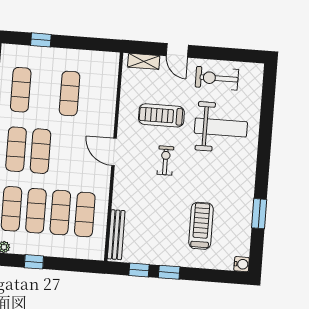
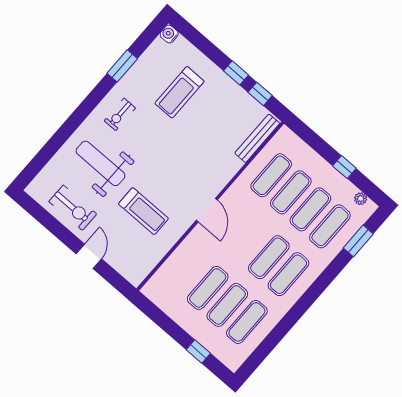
shelving: (144, 61) -> (124, 268), removed
exercise mat: (45, 92) -> (227, 305), added
exercise bike: (165, 161) -> (120, 114), moved

